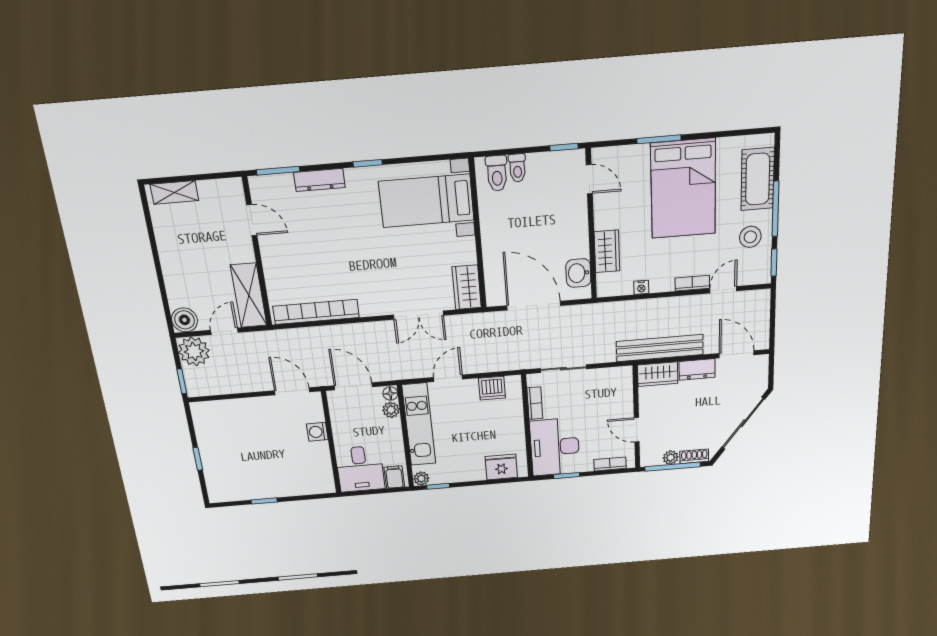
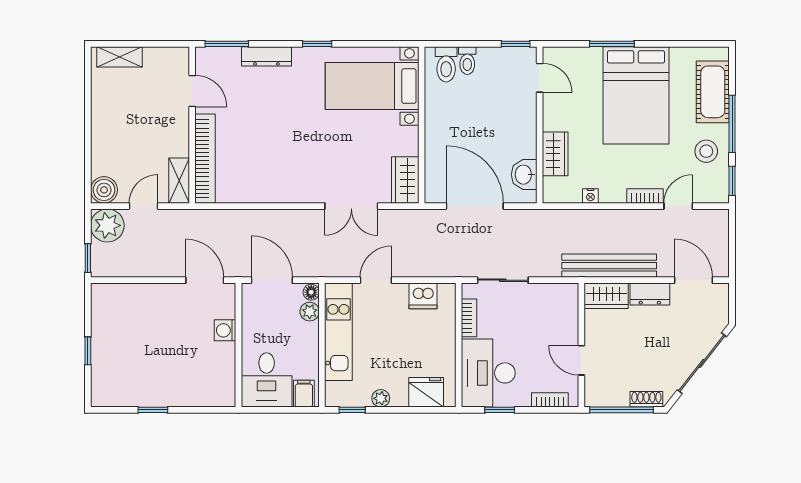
shelving: (249, 295) -> (179, 181), width x0.67, depth x0.75
bookcase: (316, 312) -> (205, 159), moved, turned 90
plant: (671, 458) -> (619, 398), removed
plant: (421, 479) -> (381, 398), moved

